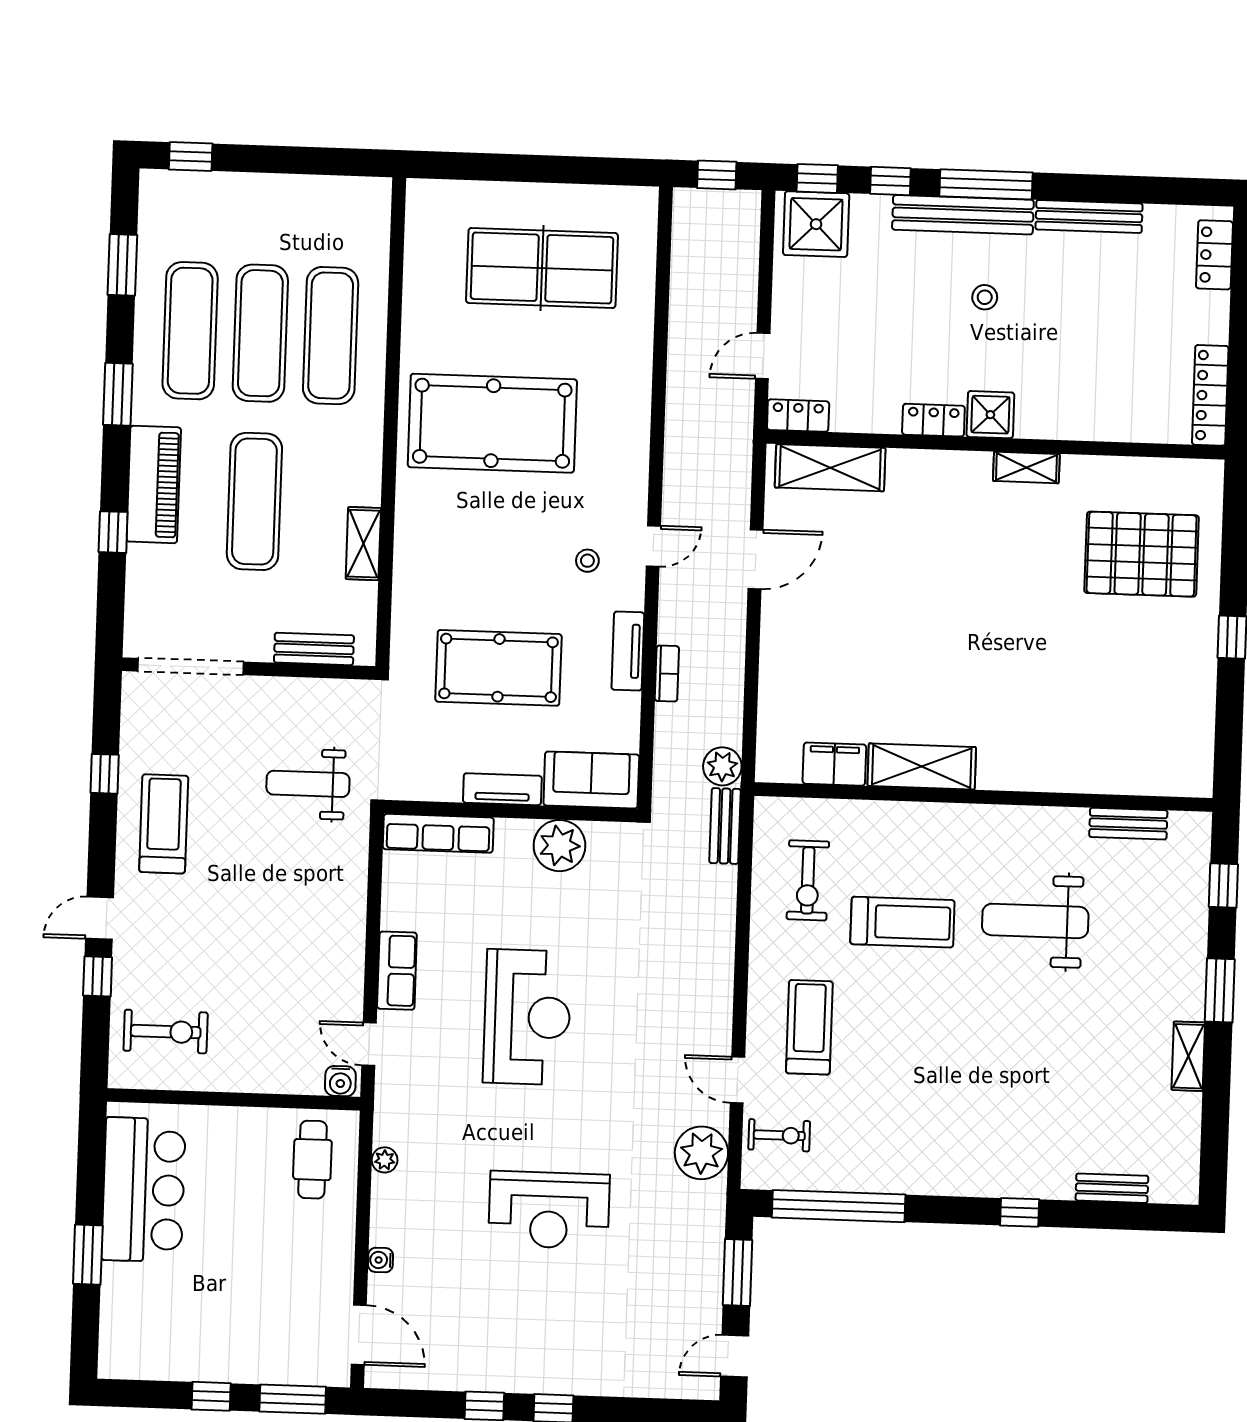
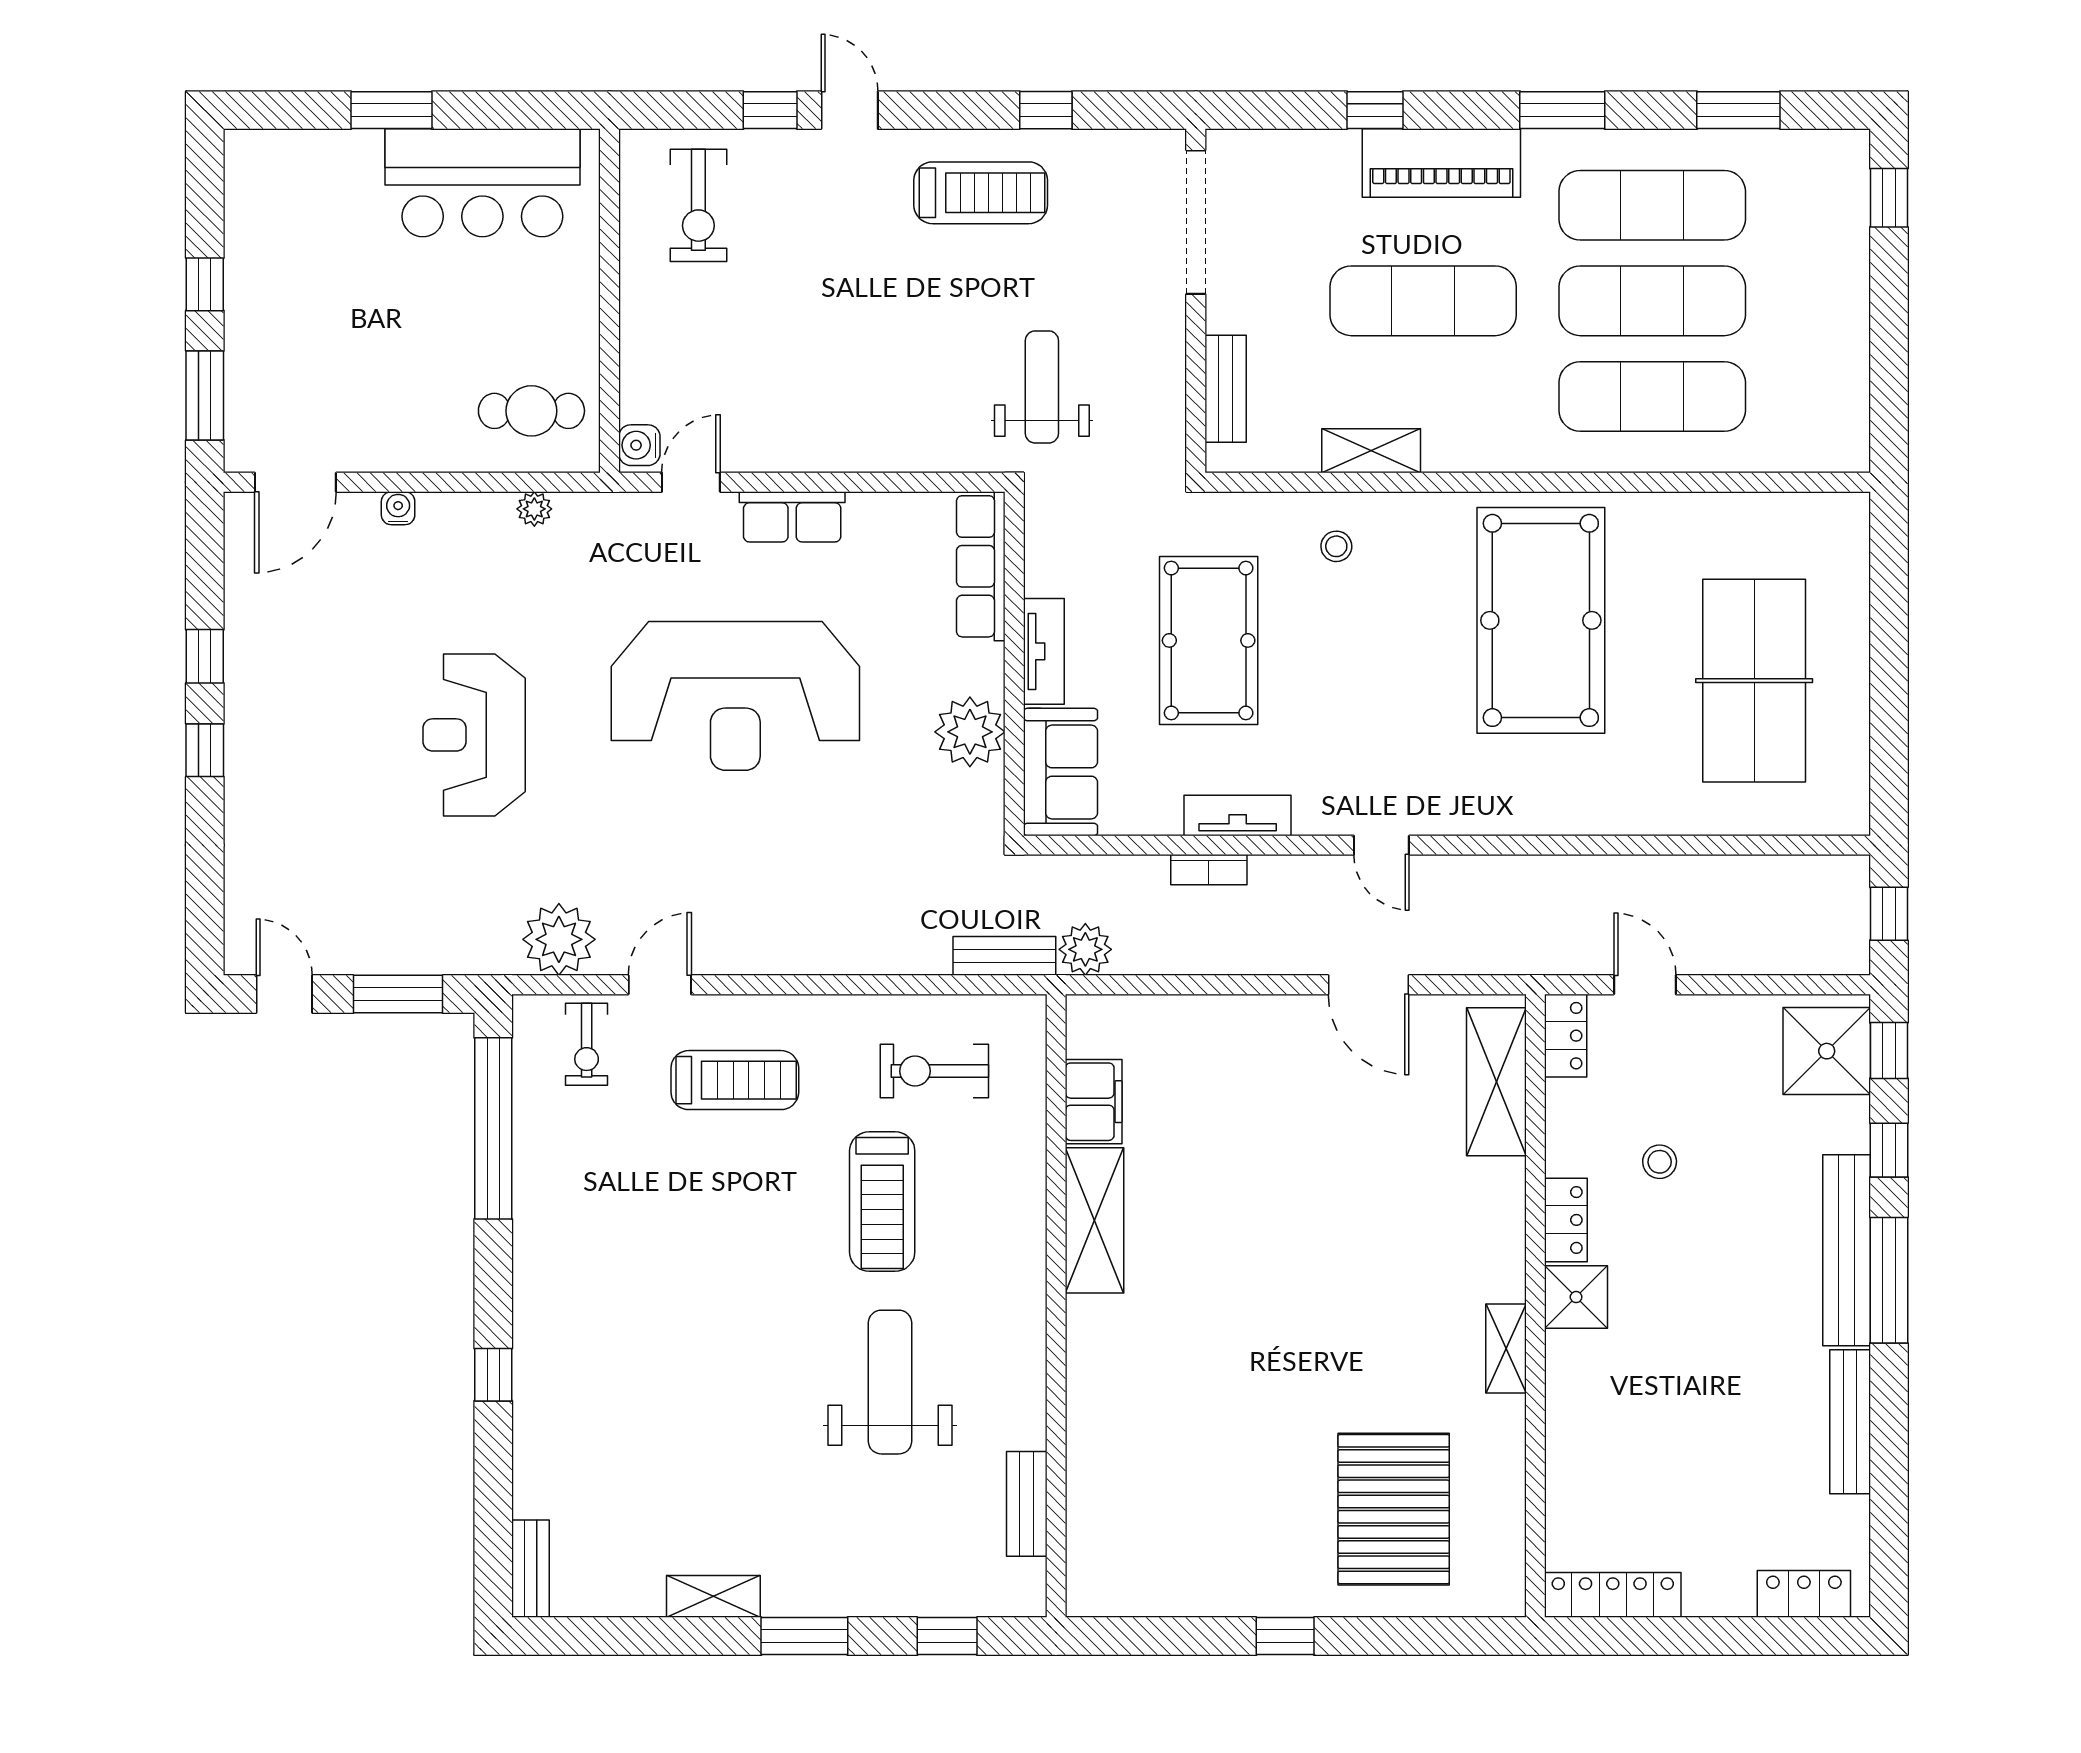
stool: (985, 297) -> (1660, 1162), moved
stool: (587, 561) -> (1336, 546), moved
reception desk: (527, 1017) -> (735, 696), width x1.36, depth x1.30
bench: (1112, 1188) -> (530, 1569), moved

